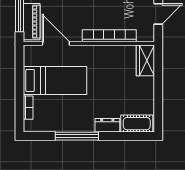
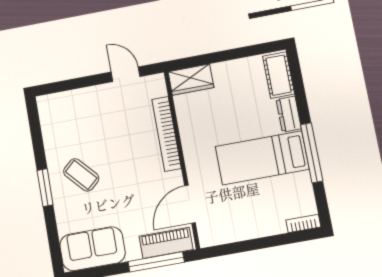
bed: (55, 80) -> (262, 158), moved, turned -90
bookcase: (28, 108) -> (303, 223), moved

